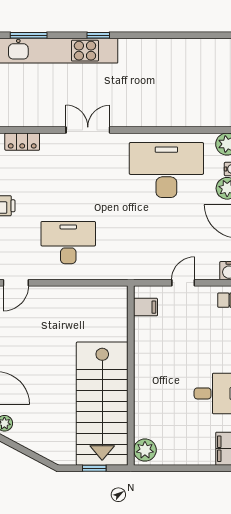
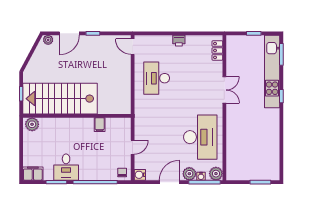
desk: (68, 243) -> (157, 78), turned 180
door: (183, 283) -> (133, 147), hinge flipped
filing cabinet: (146, 307) -> (100, 125), moved

